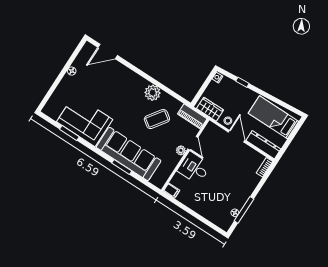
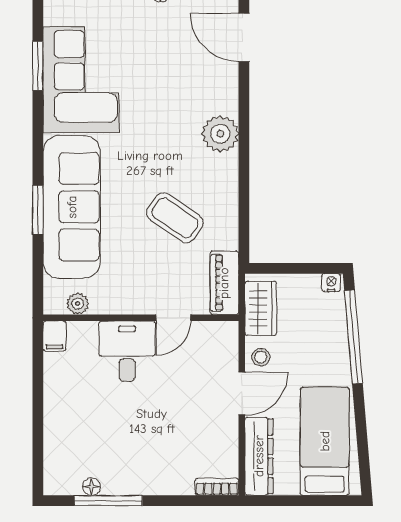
window: (242, 82) -> (354, 337), width x3.17
plant: (153, 93) -> (220, 134), moved
plant: (181, 150) -> (78, 304), moved

